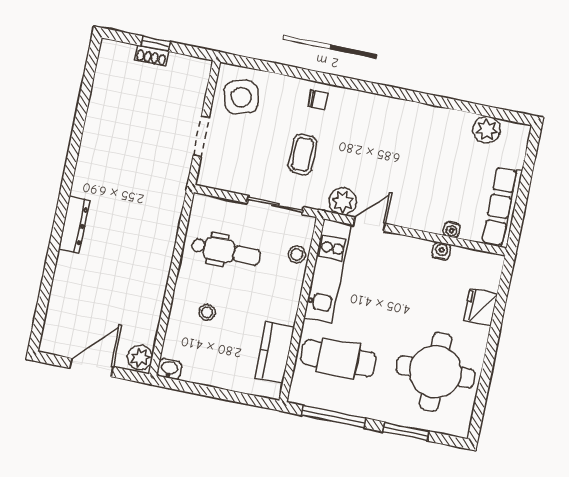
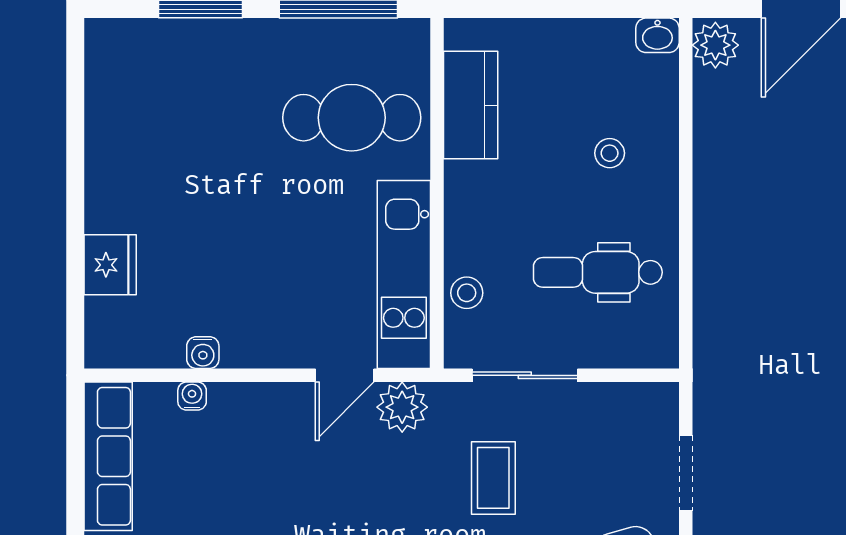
round table: (436, 372) -> (169, 129), removed

